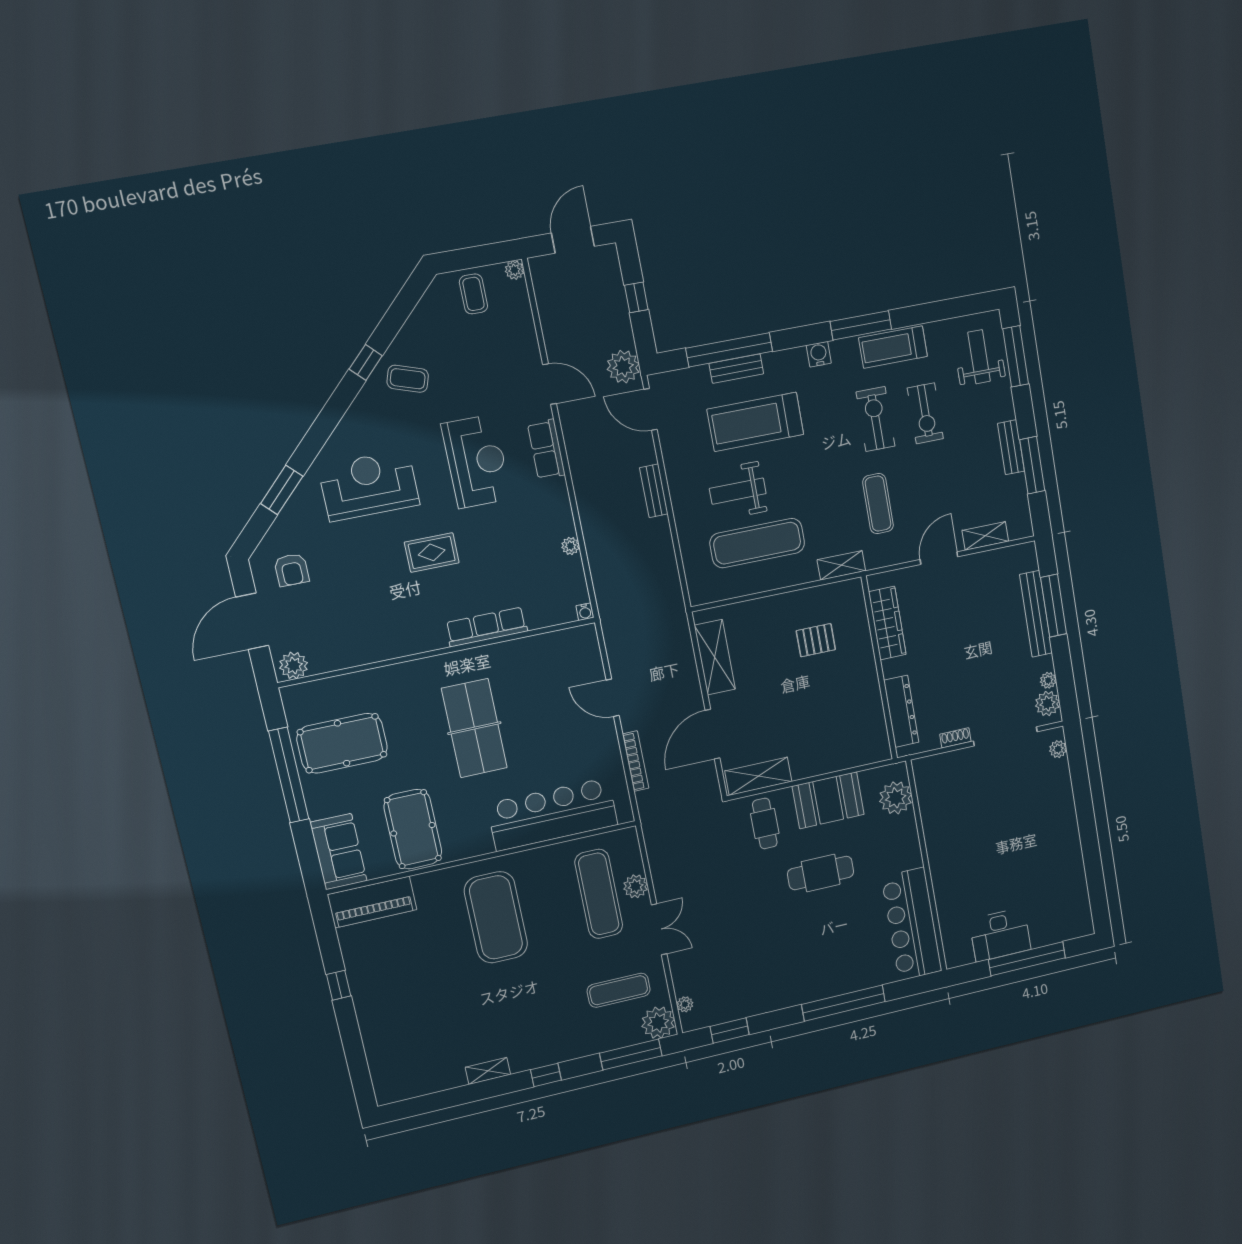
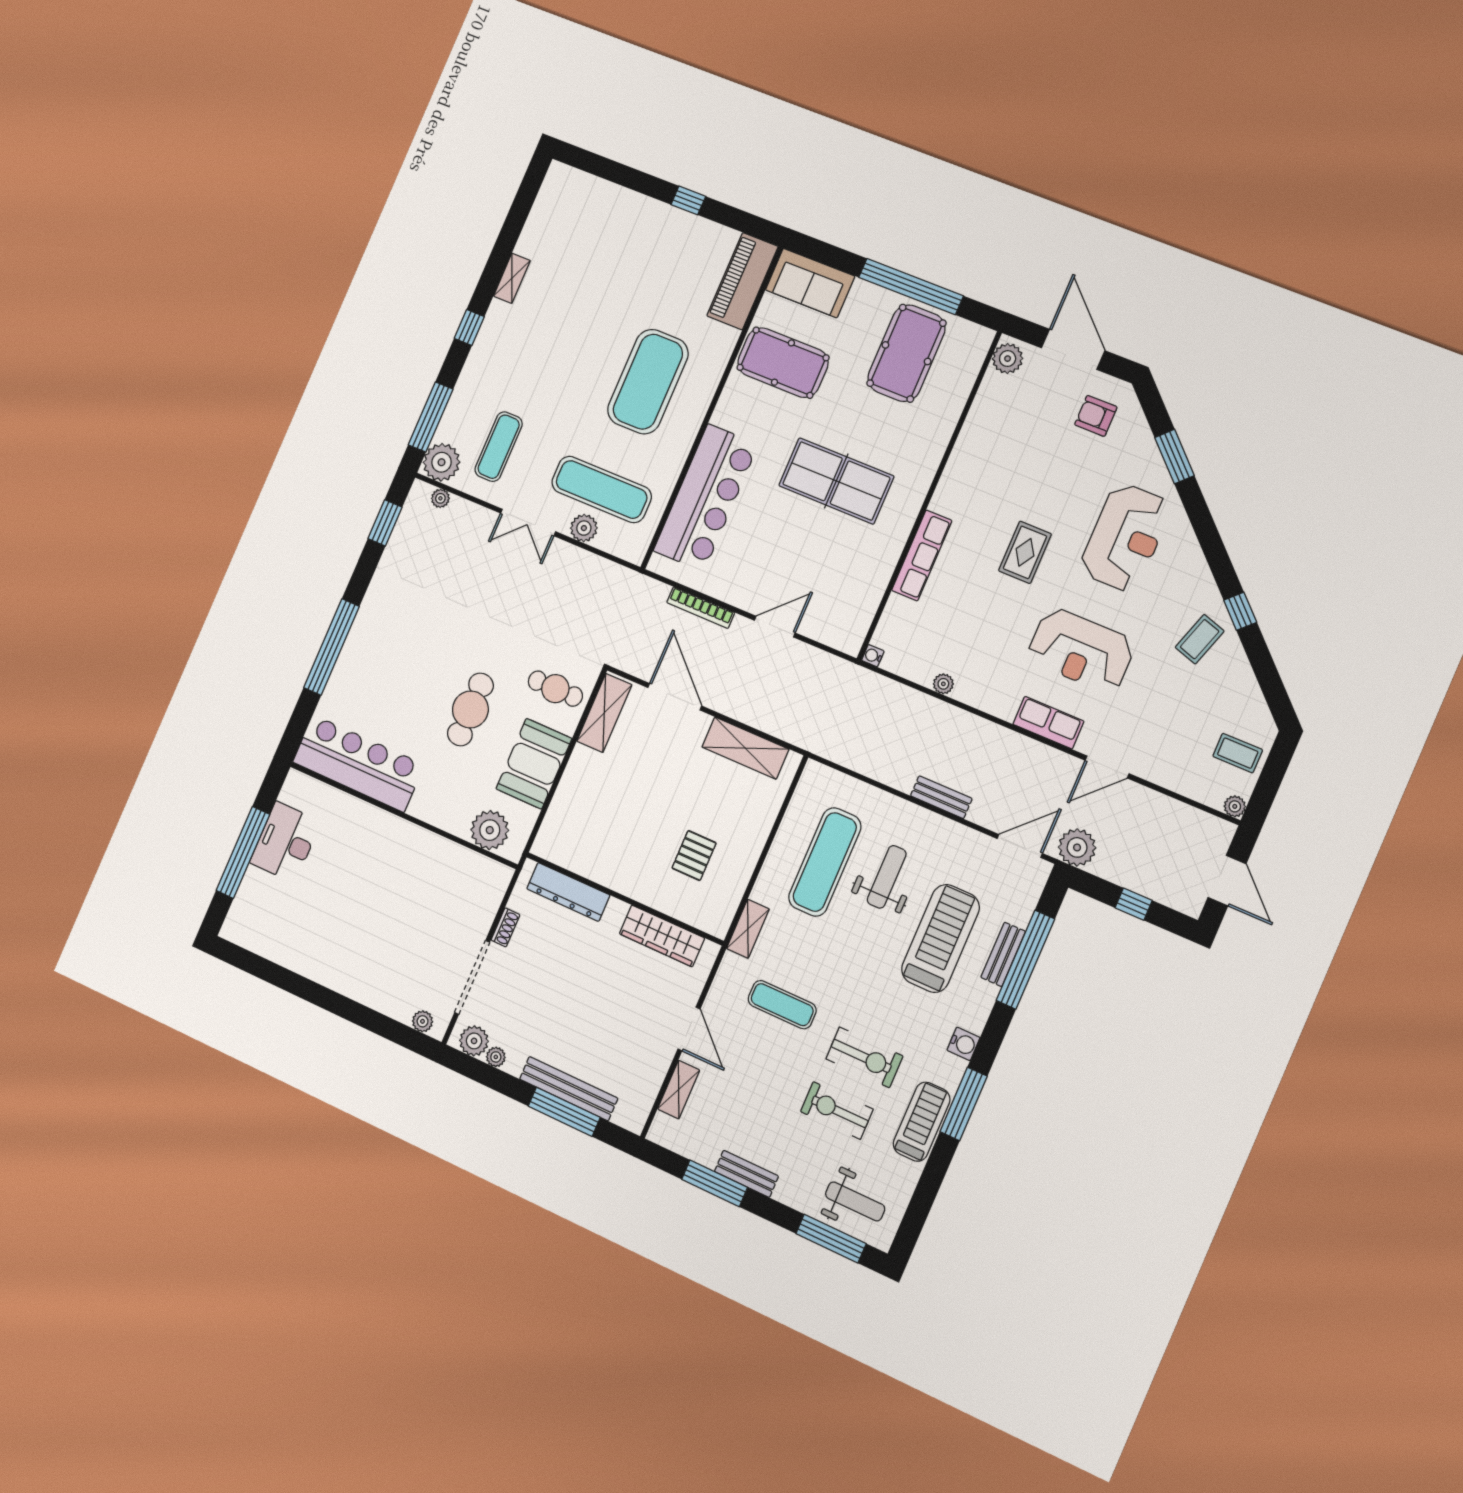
exercise mat: (496, 917) -> (648, 382), turned 90

